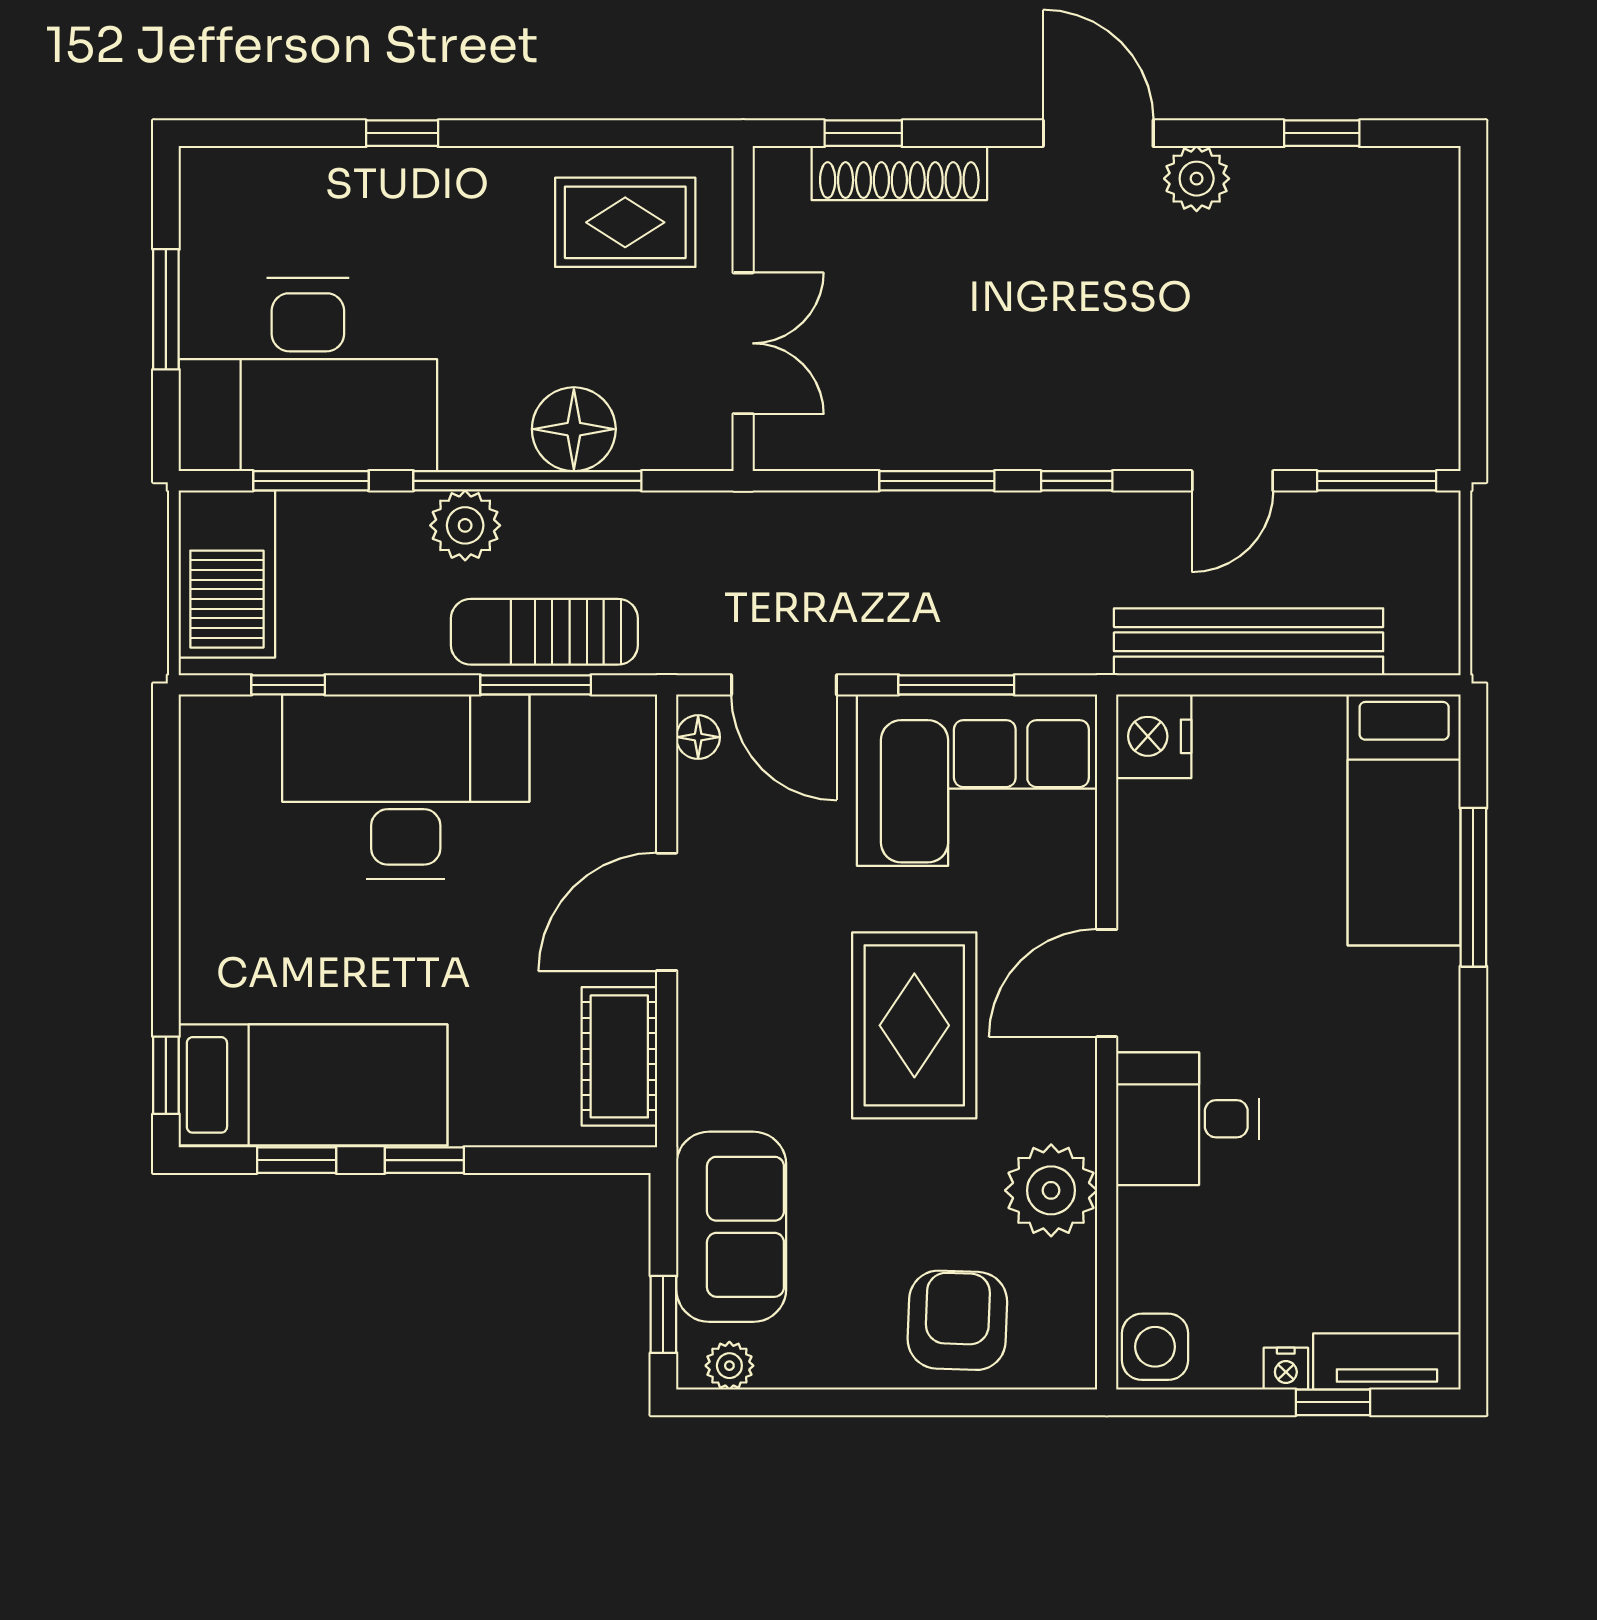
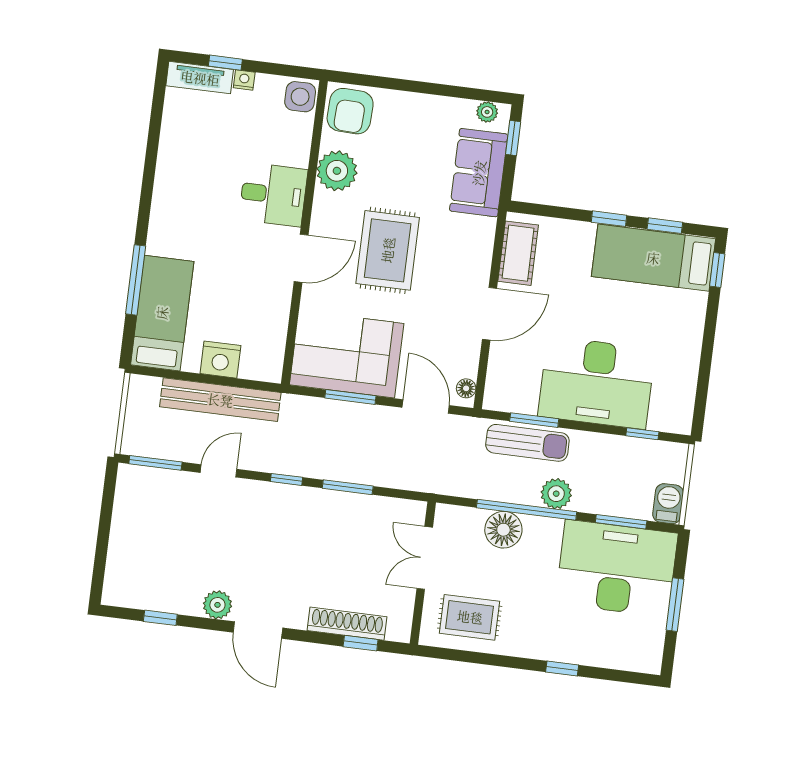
barbecue: (227, 574) -> (668, 504), width x0.53, depth x0.65
nightstand: (1154, 736) -> (220, 360), moved, turned 90
armchair: (957, 1320) -> (350, 111), moved

